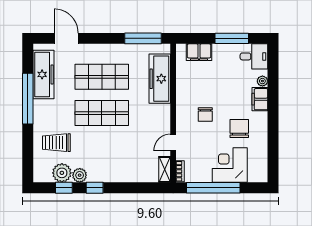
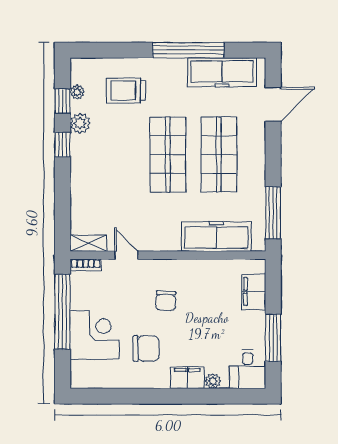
chair: (205, 115) -> (166, 301), turned -87
trolley: (56, 143) -> (126, 91), turned -90
plant: (62, 173) -> (77, 92), width x0.53, depth x0.53

